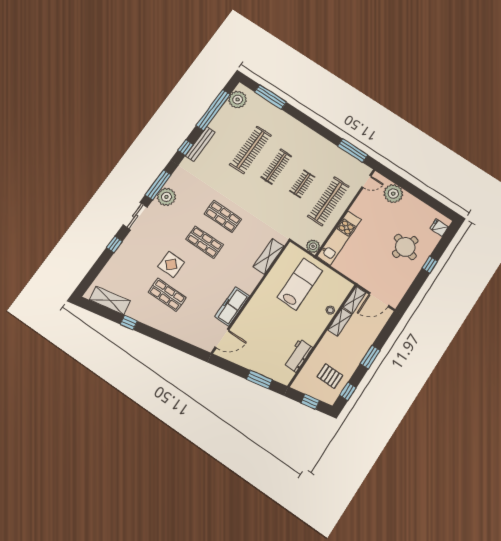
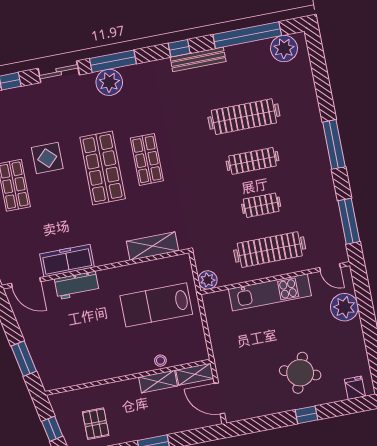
window: (270, 97) -> (334, 144), moved
kitchen unit: (339, 238) -> (270, 292), moved
shop shelf: (205, 242) -> (103, 168), width x1.43, depth x1.36
lab bench: (300, 284) -> (156, 305), turned 180
workbench: (298, 356) -> (77, 285), moved, turned 180

